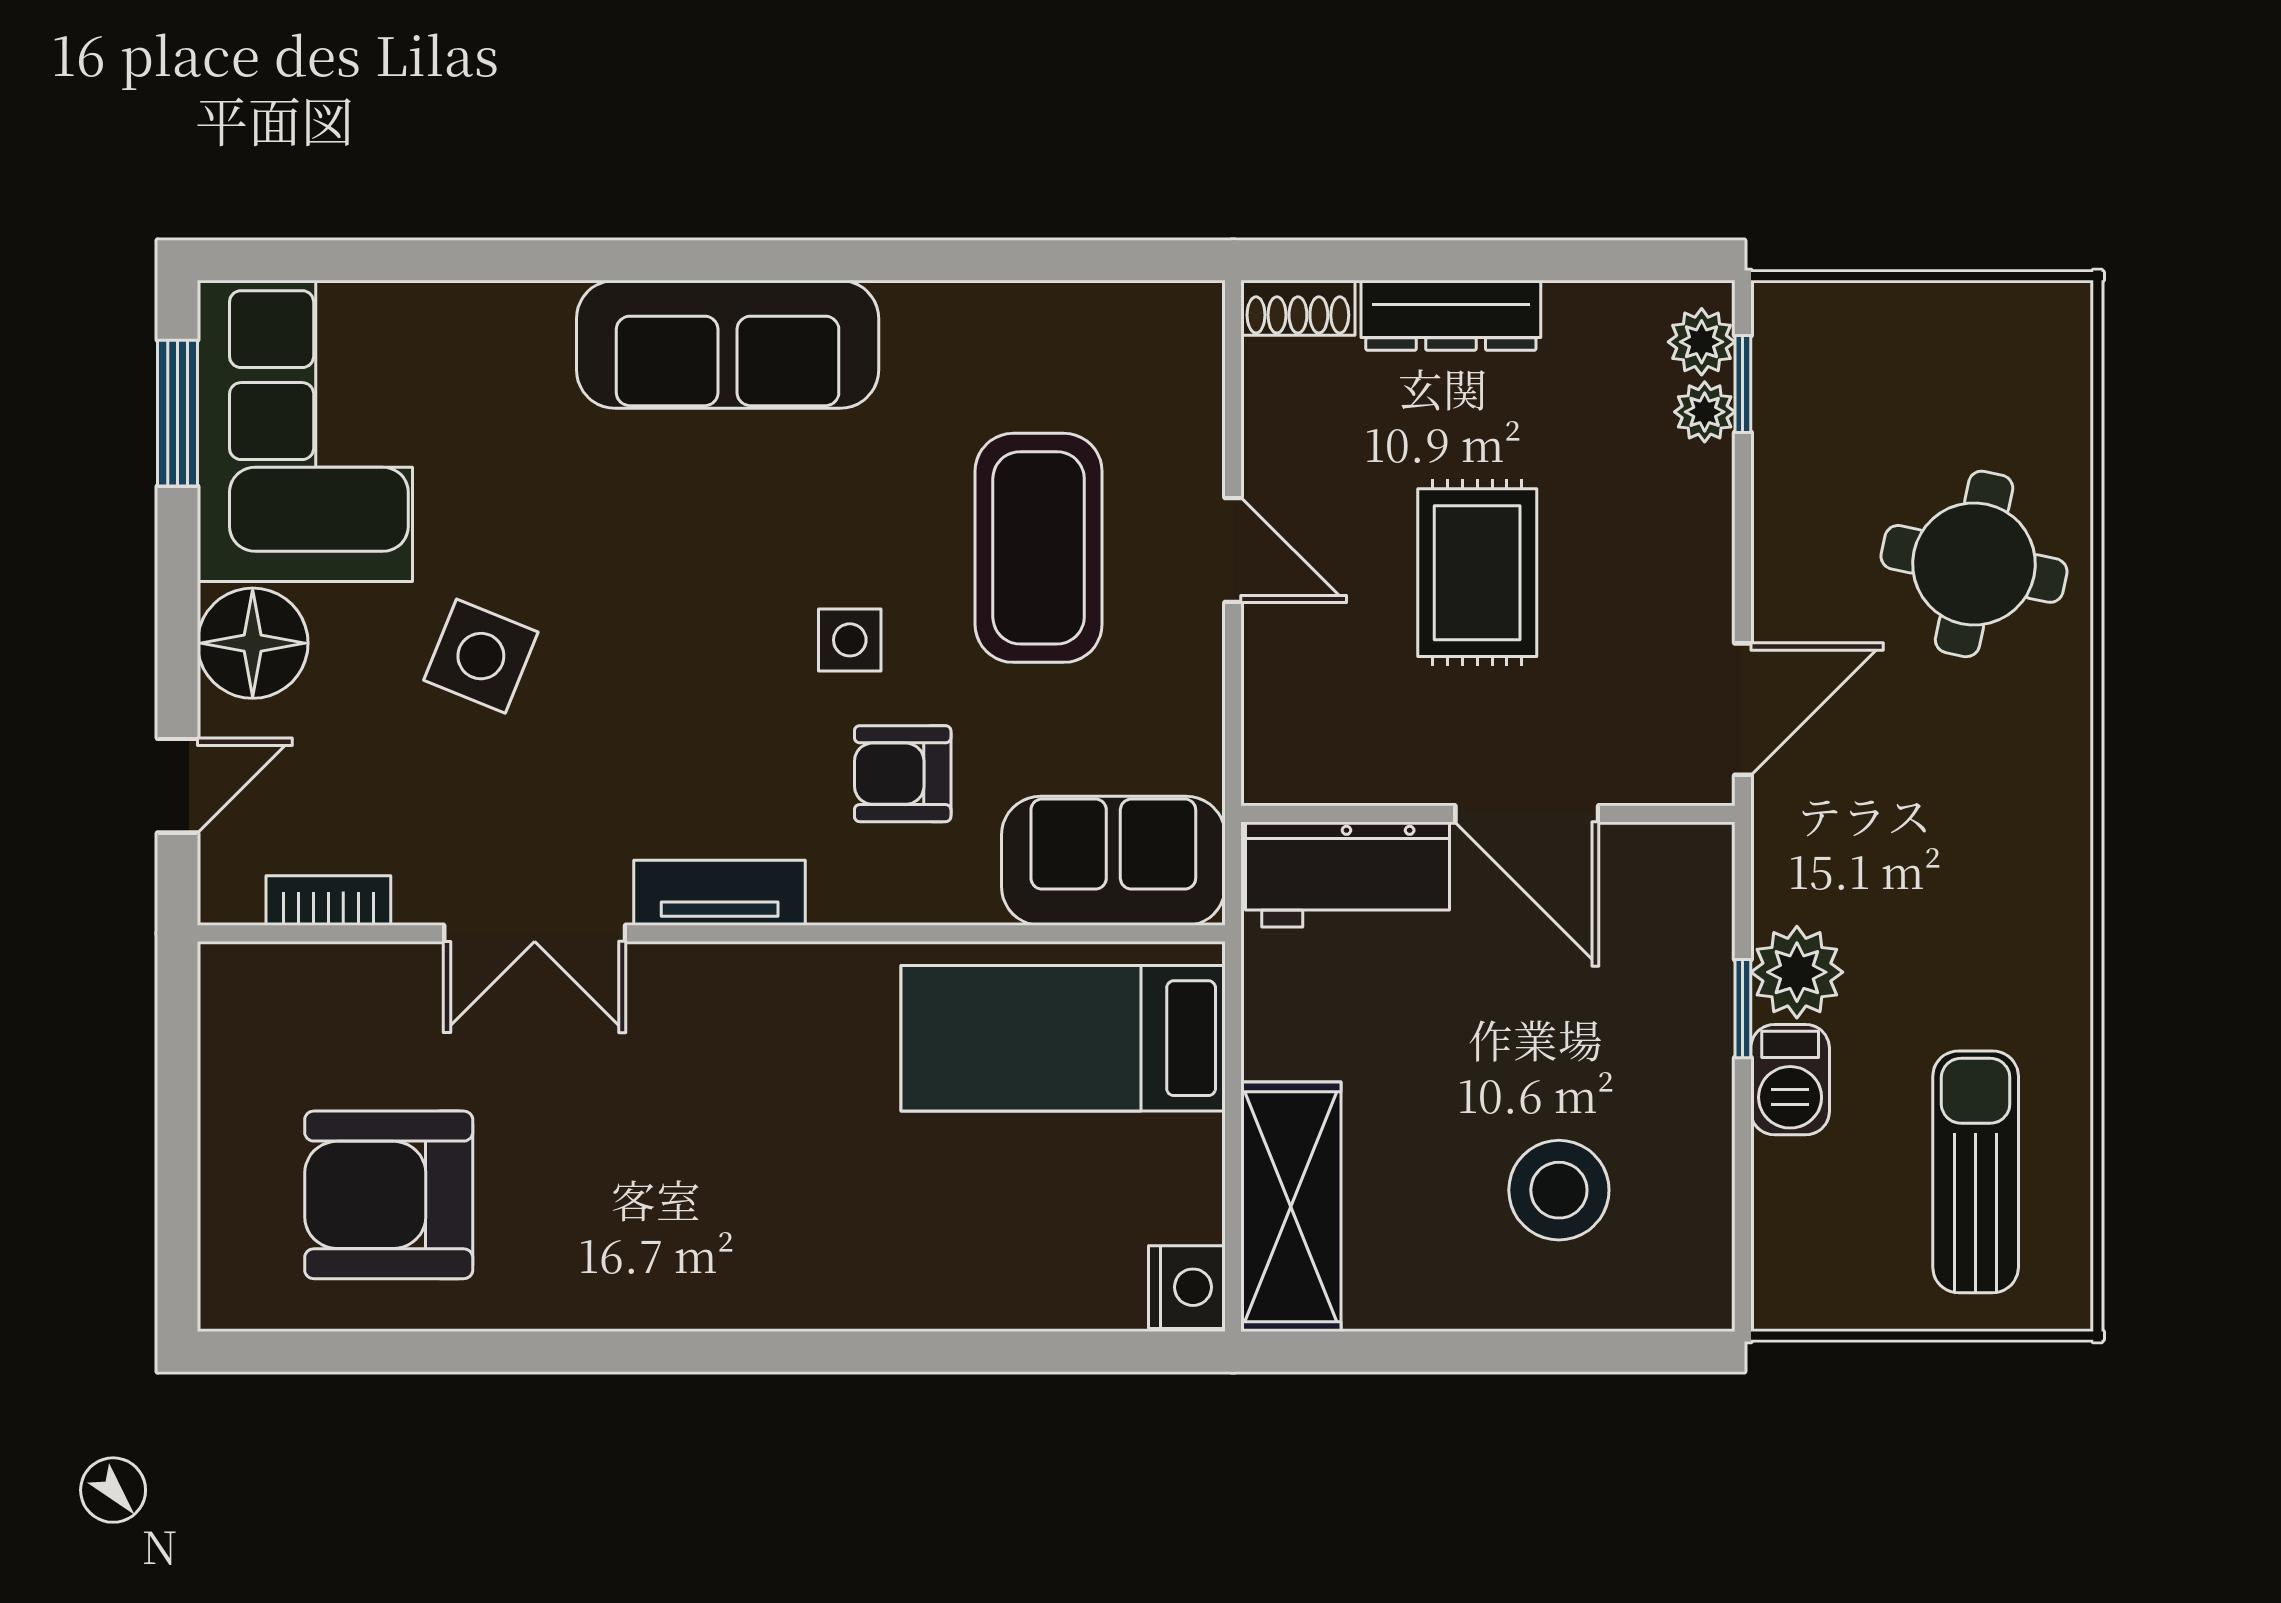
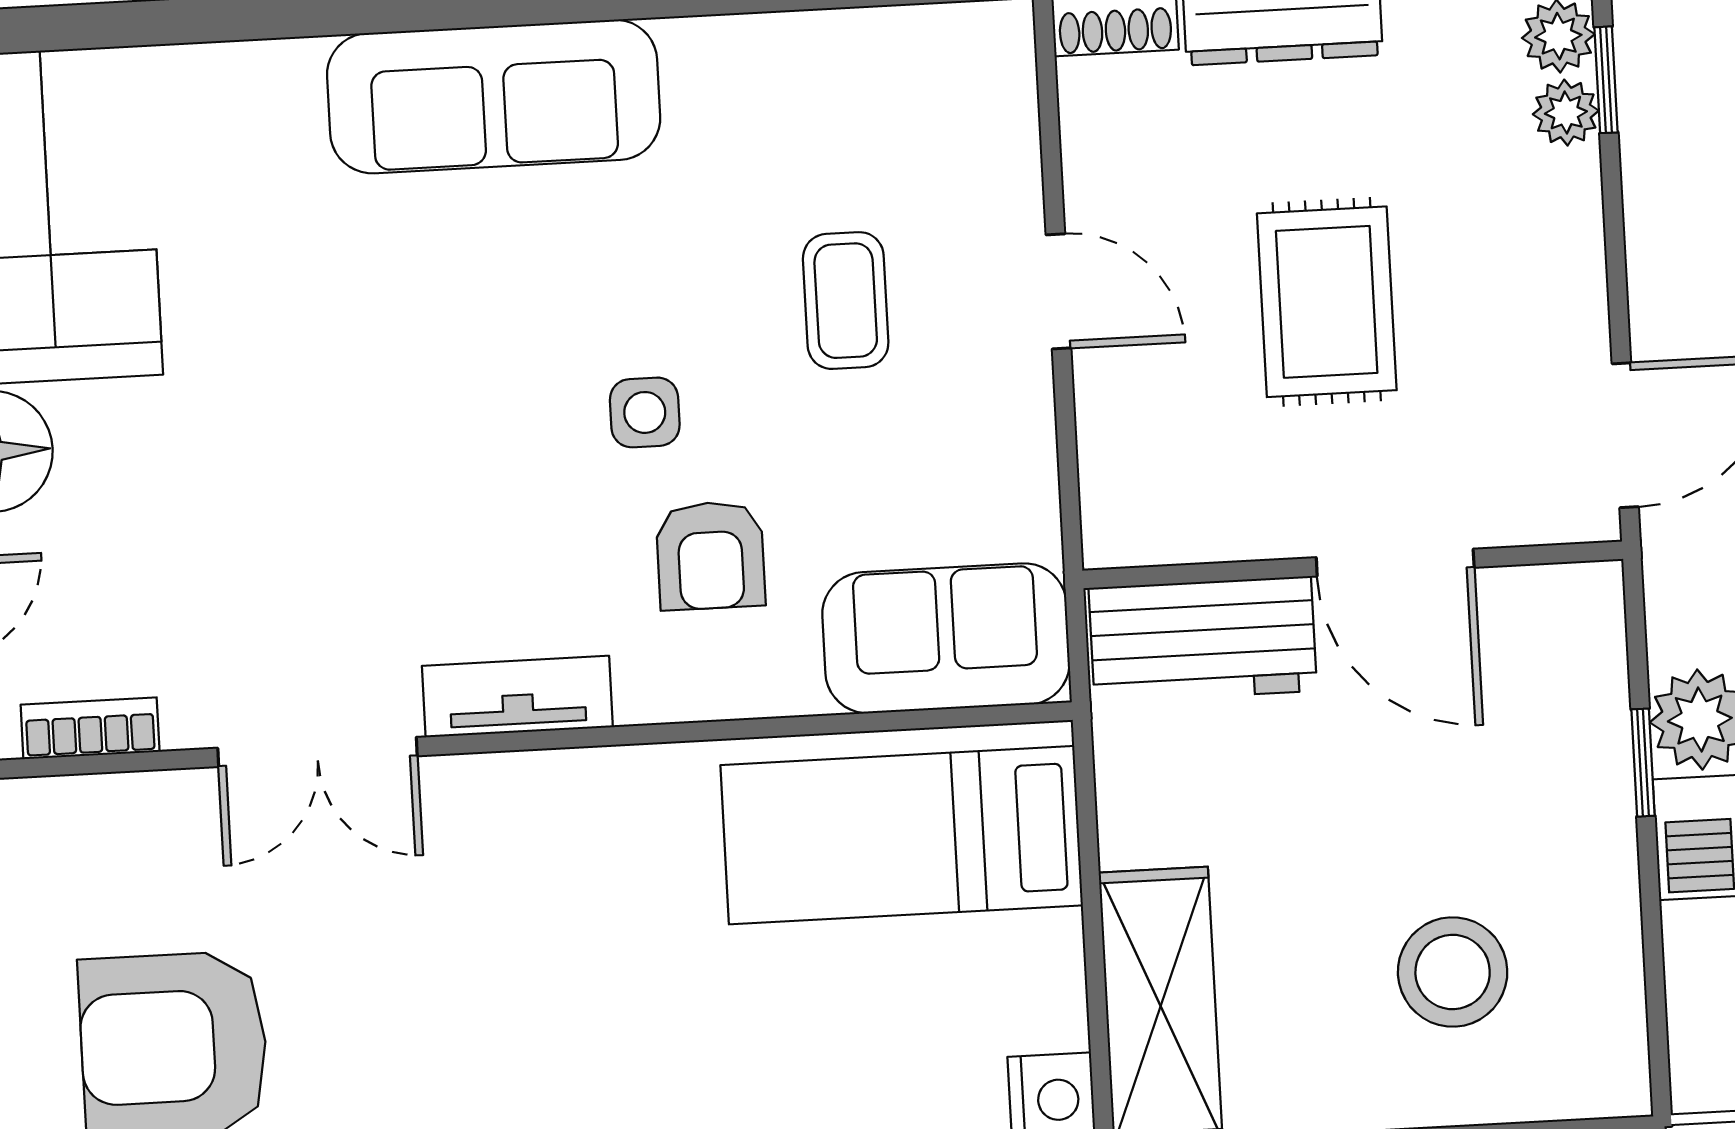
coffee table: (1039, 548) -> (846, 301), width x0.54, depth x0.58
side table: (481, 656) -> (242, 452), removed
armchair: (903, 774) -> (710, 556), turned -90

